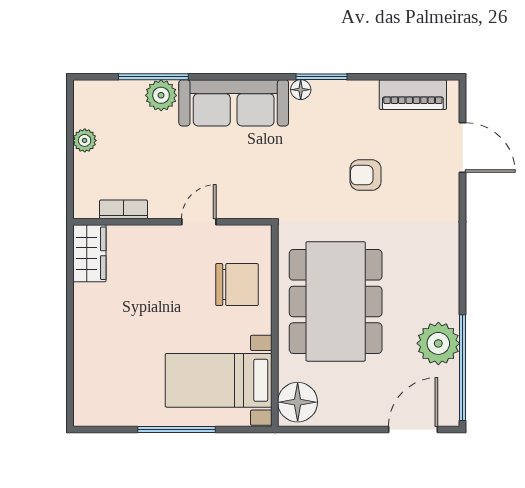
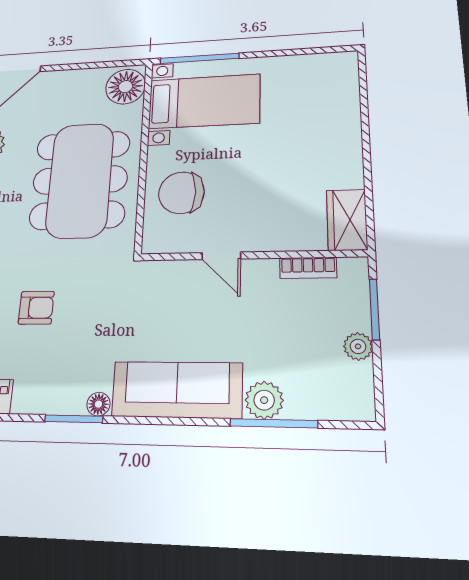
window: (70, 172) -> (375, 309), added
door: (199, 222) -> (221, 256), hinge flipped
window: (176, 429) -> (199, 58), moved

